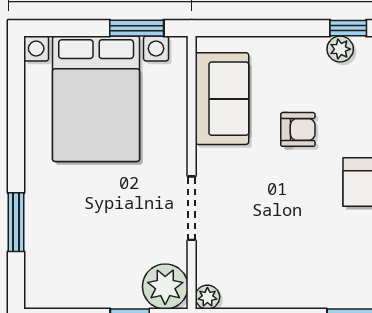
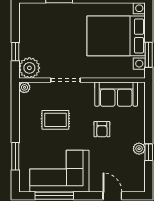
rug: (278, 230) -> (55, 120), added

